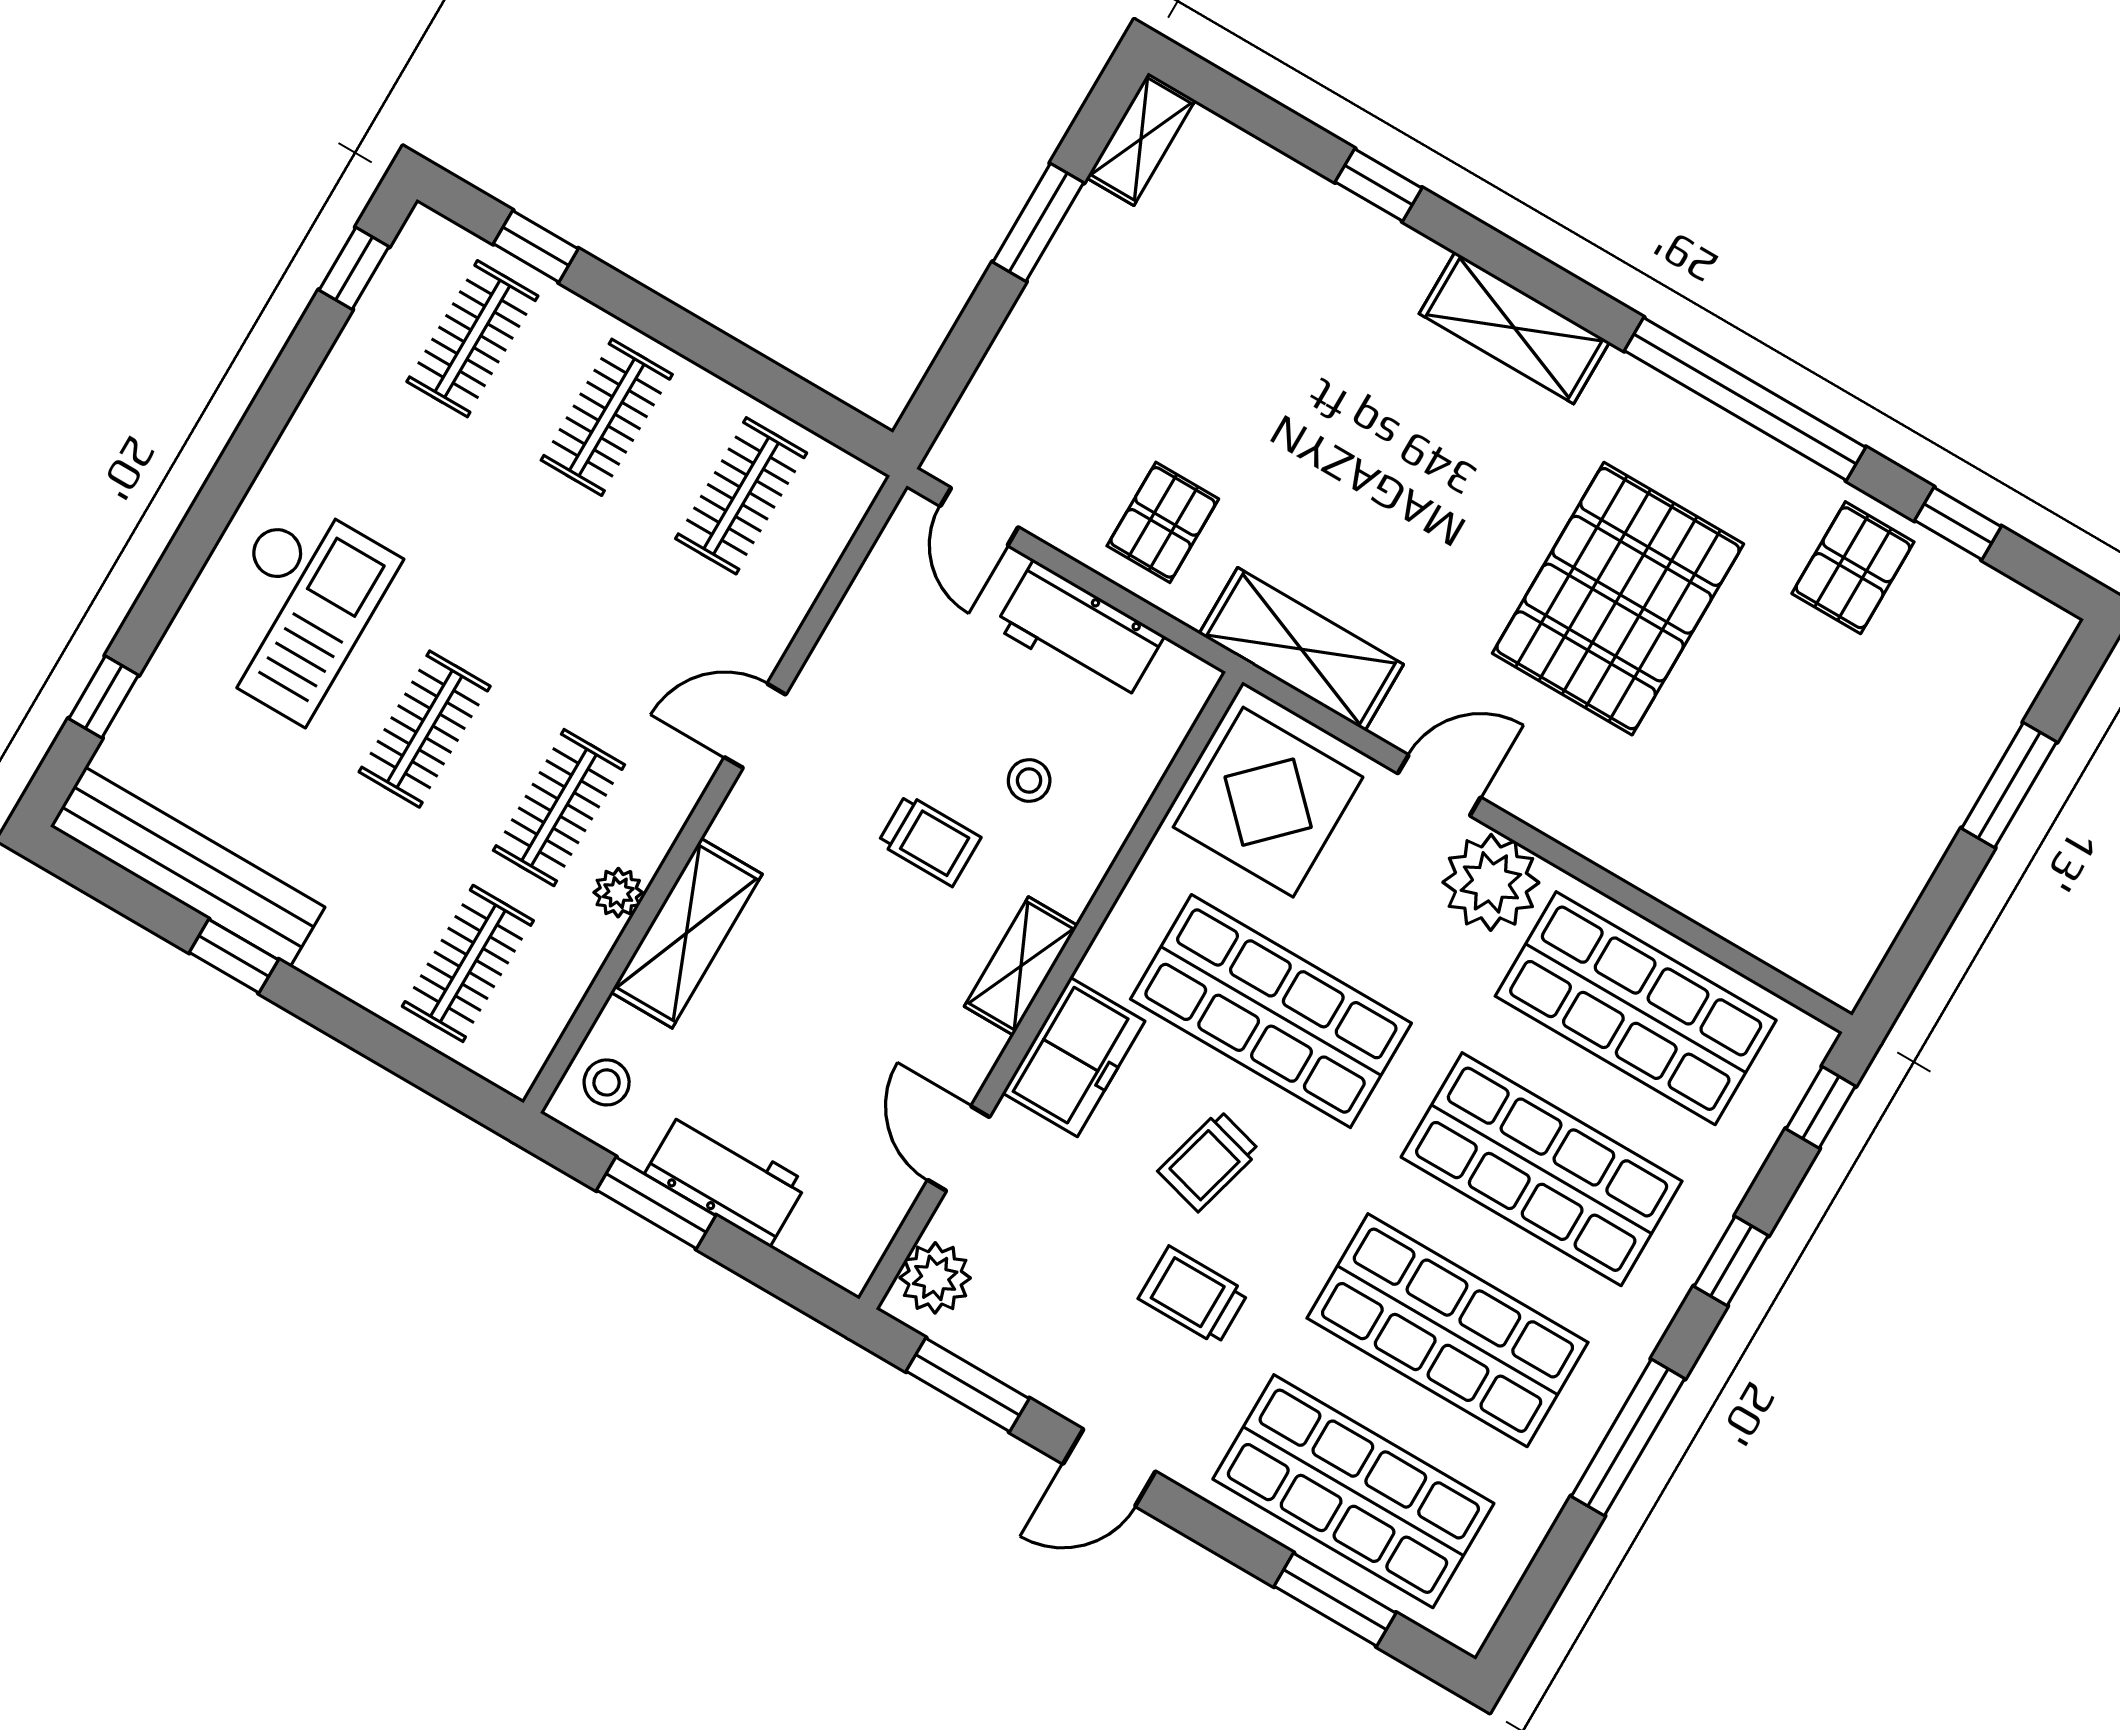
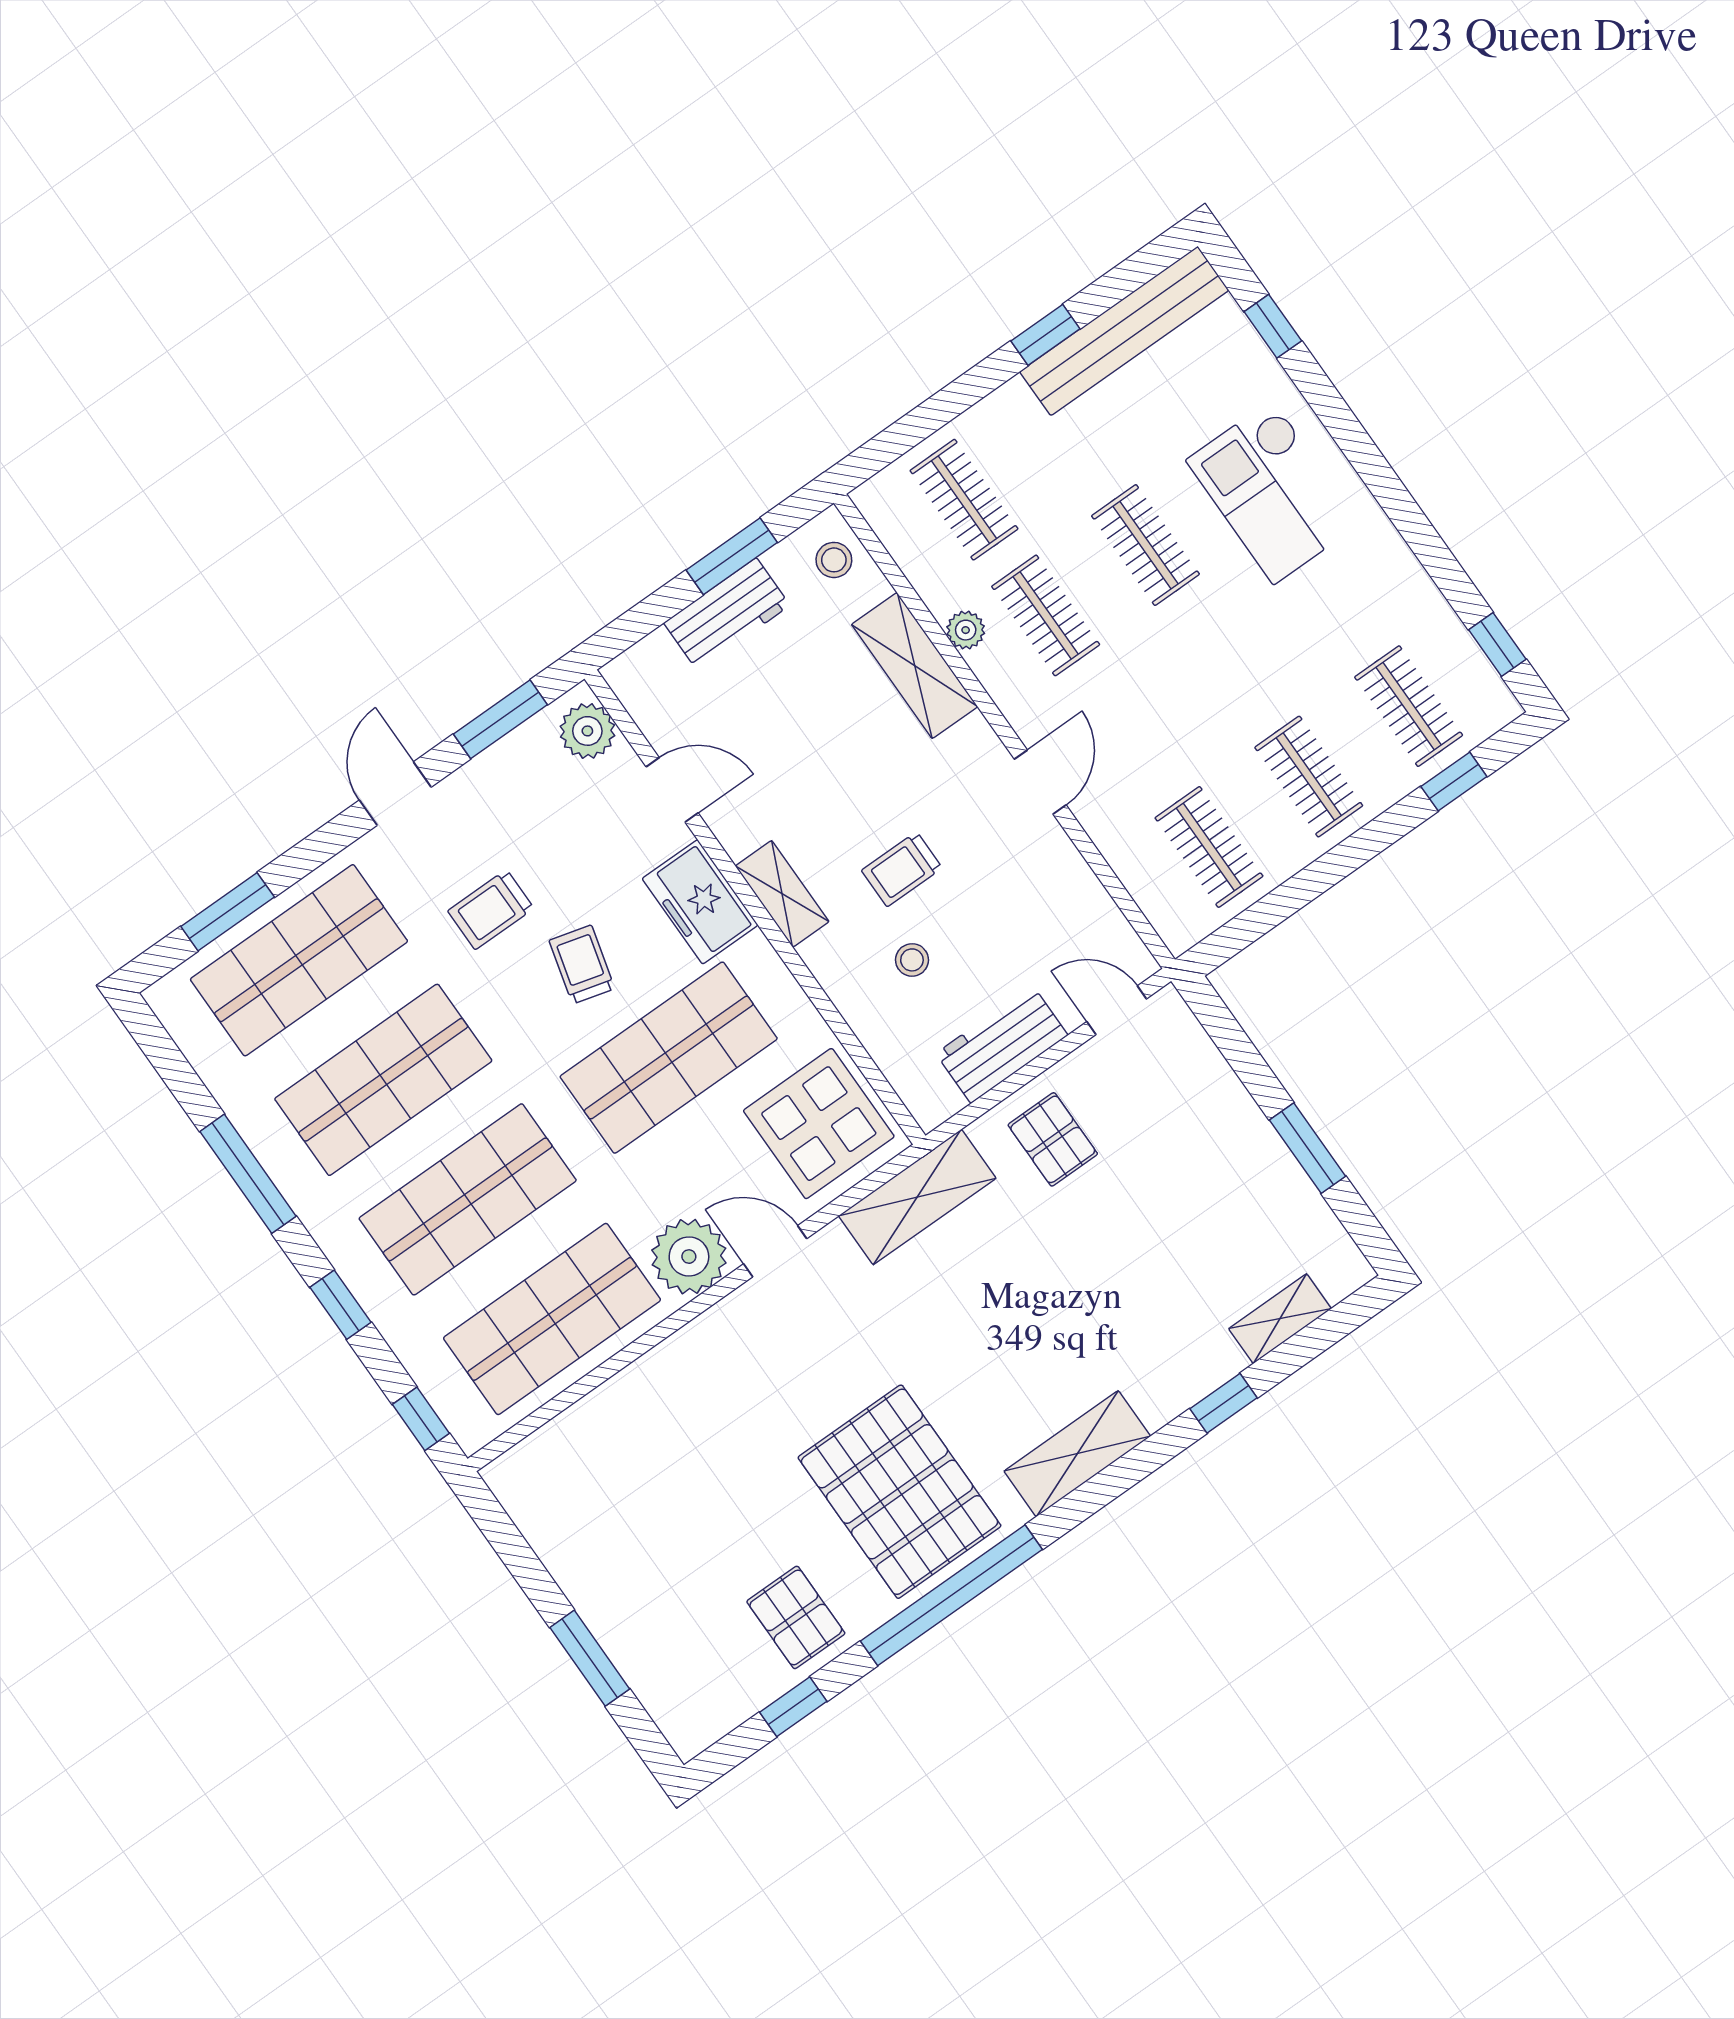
shelving: (1141, 139) -> (1280, 1319), moved, turned 90
pallet: (1618, 599) -> (900, 1492), moved
door: (1439, 785) -> (775, 1251), swing flipped
trolley: (1193, 1295) -> (491, 910), turned 180

